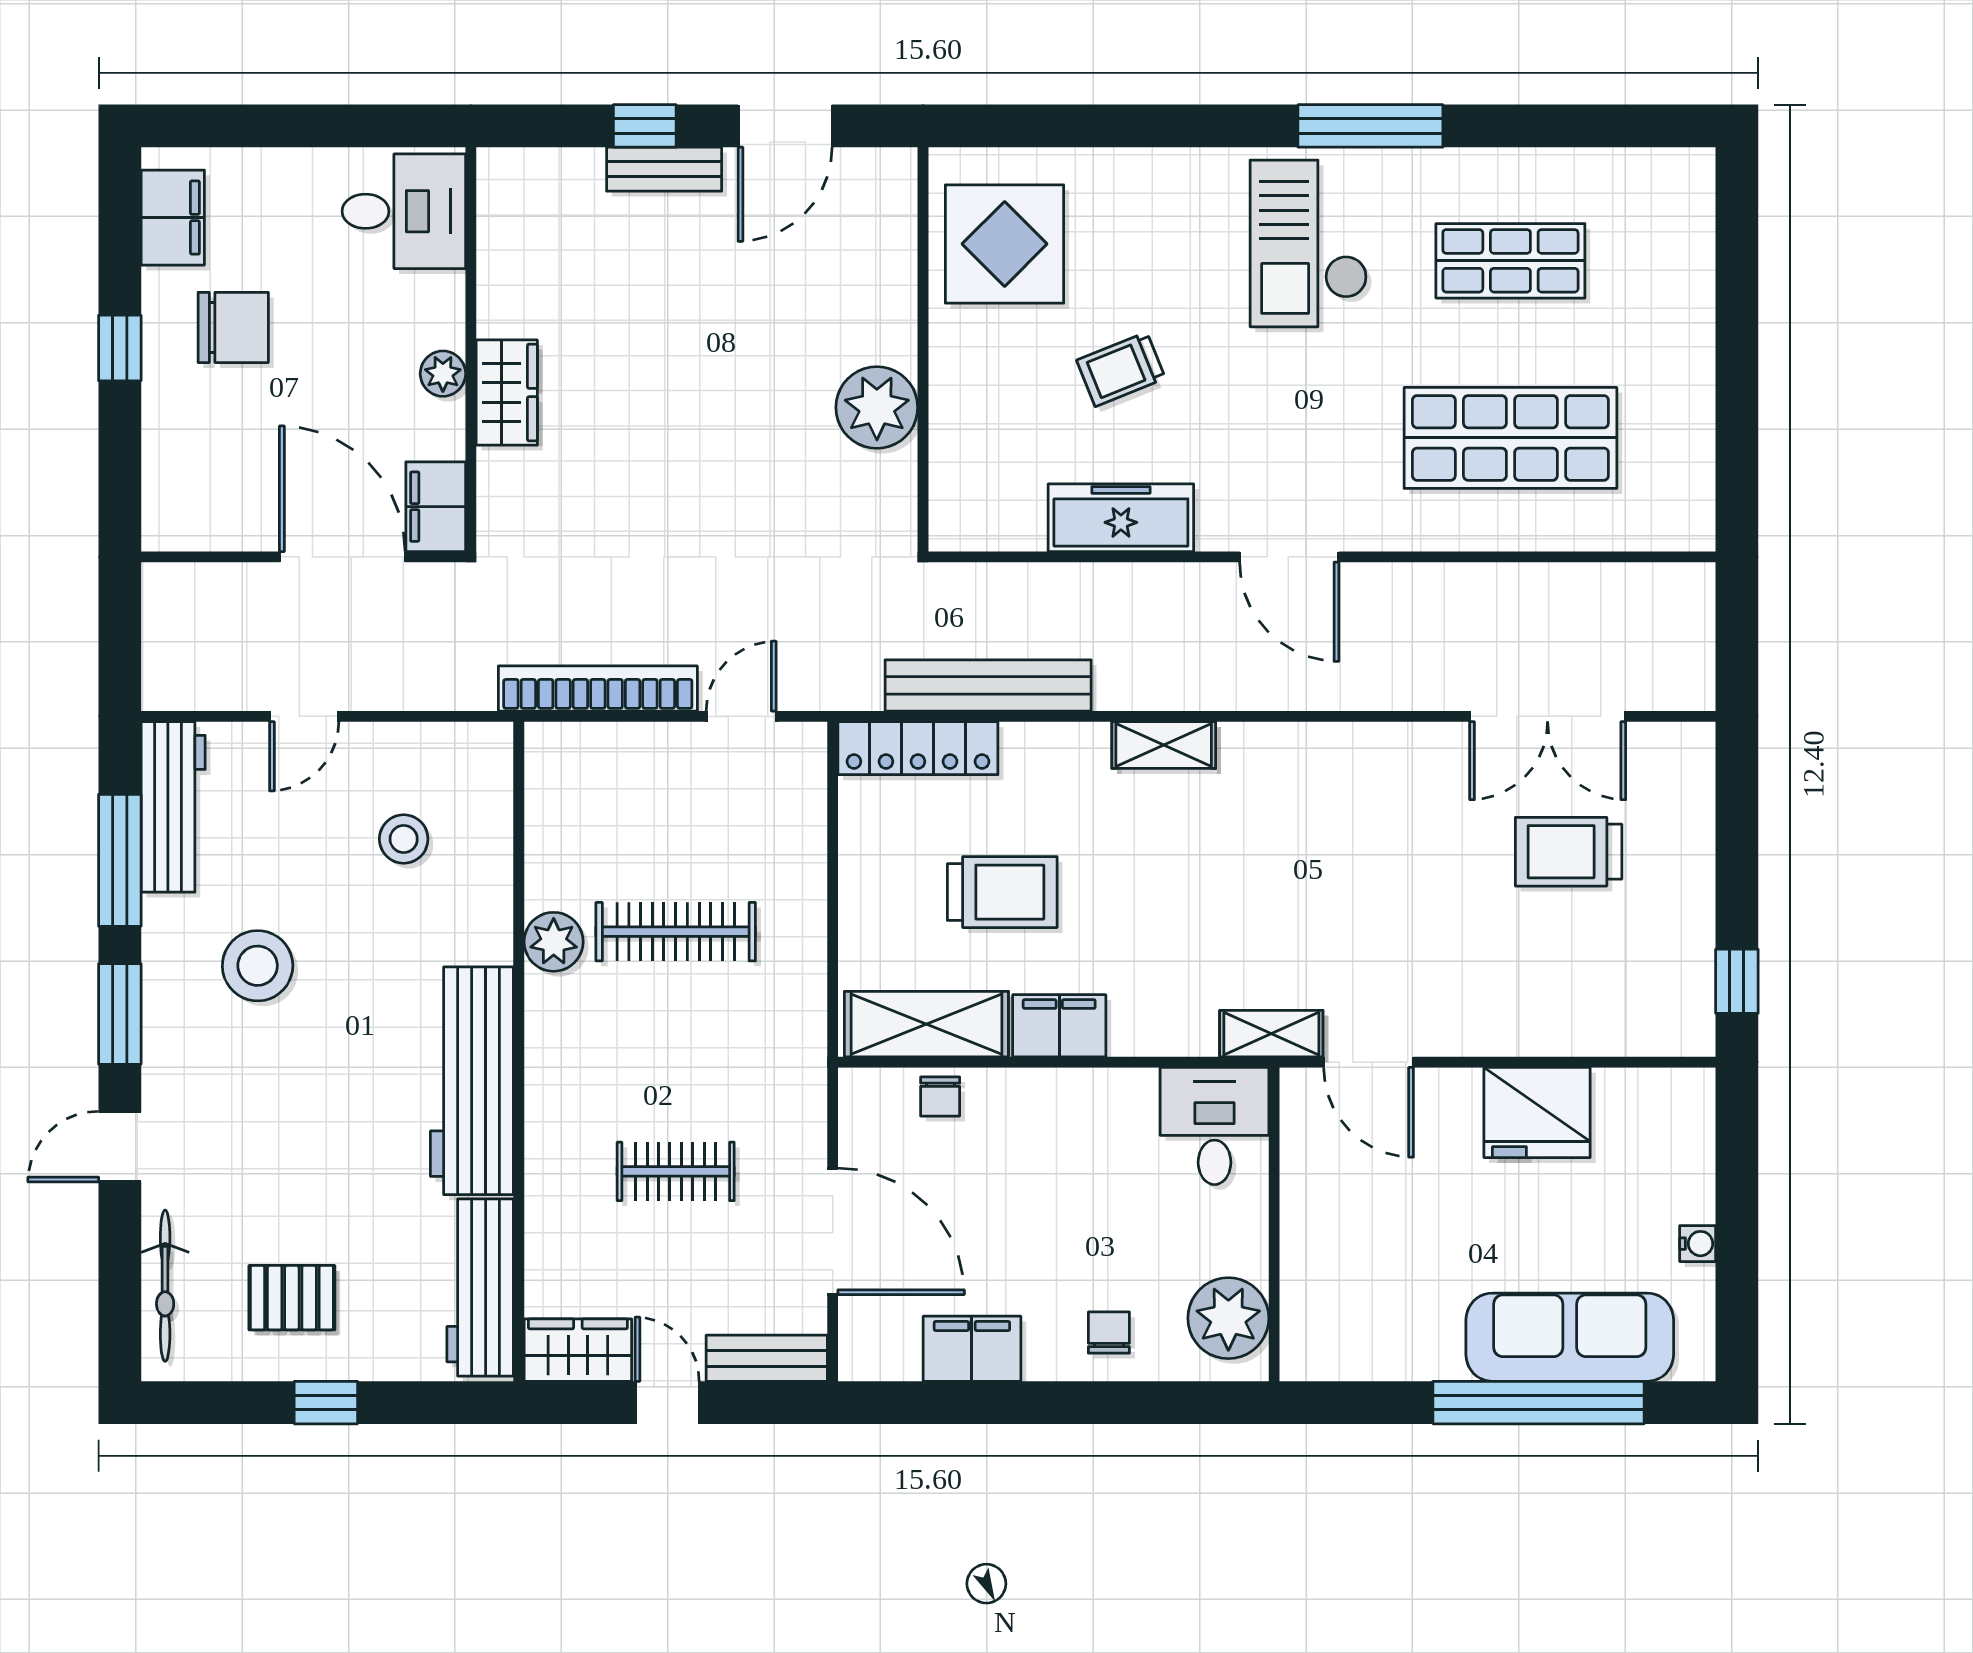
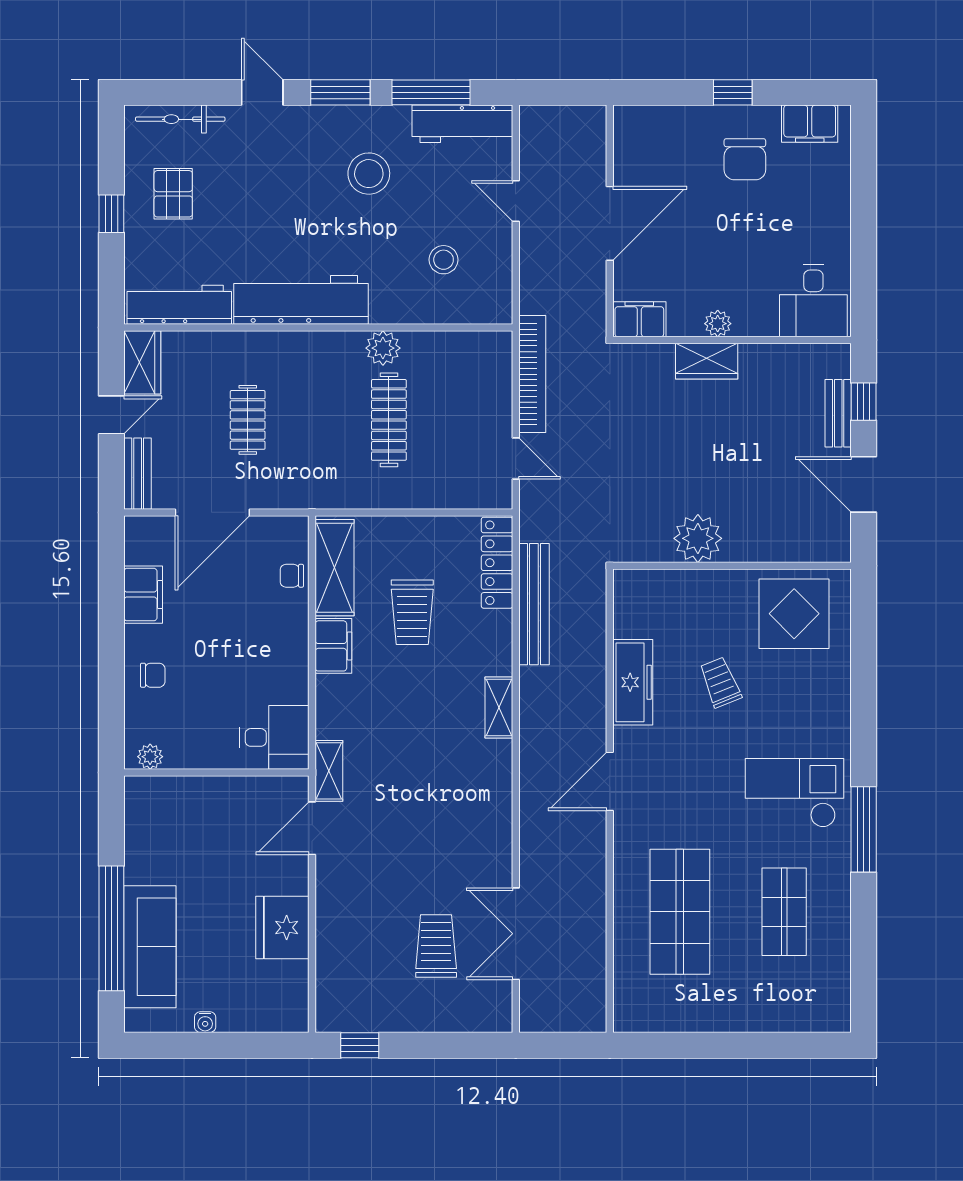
desk: (404, 211) -> (813, 301), moved
wall: (471, 349) -> (732, 340), moved
plant: (443, 374) -> (718, 324), moved
wardrobe: (507, 393) -> (707, 361), moved
filing cabinet: (436, 507) -> (639, 319), moved
plant: (1228, 1318) -> (150, 757), width x0.53, depth x0.53

